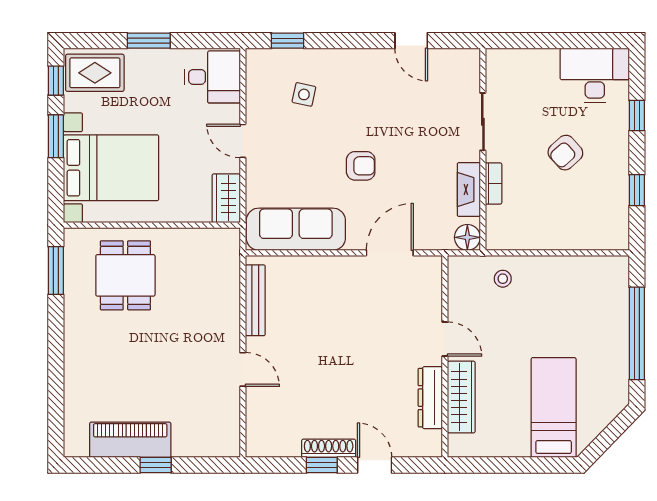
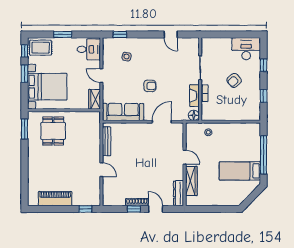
dresser: (430, 398) -> (179, 193), moved
bed: (554, 408) -> (240, 171), moved, turned -90
window: (156, 465) -> (85, 209), moved

